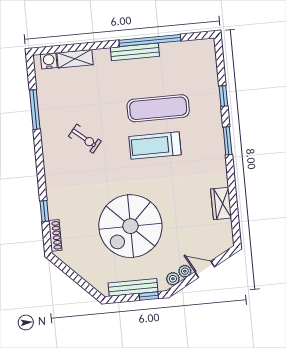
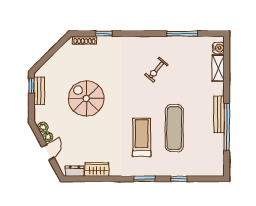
treadmill: (155, 146) -> (142, 137), moved
spiral stairs: (130, 226) -> (86, 98), width x0.73, depth x0.73
dresser: (226, 232) -> (75, 171), added
bench: (133, 287) -> (39, 91), width x0.73
window: (149, 296) -> (31, 86), moved

